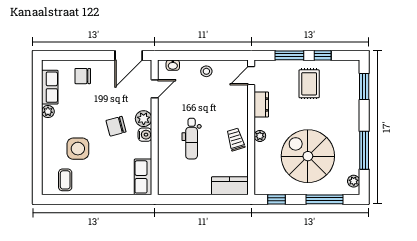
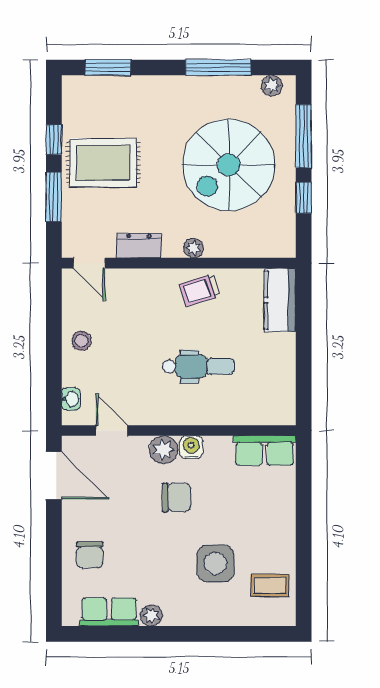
rug: (309, 84) -> (103, 163), width x1.36, depth x1.43
chair: (116, 126) -> (177, 497), turned -75
window: (277, 199) -> (304, 198), moved

